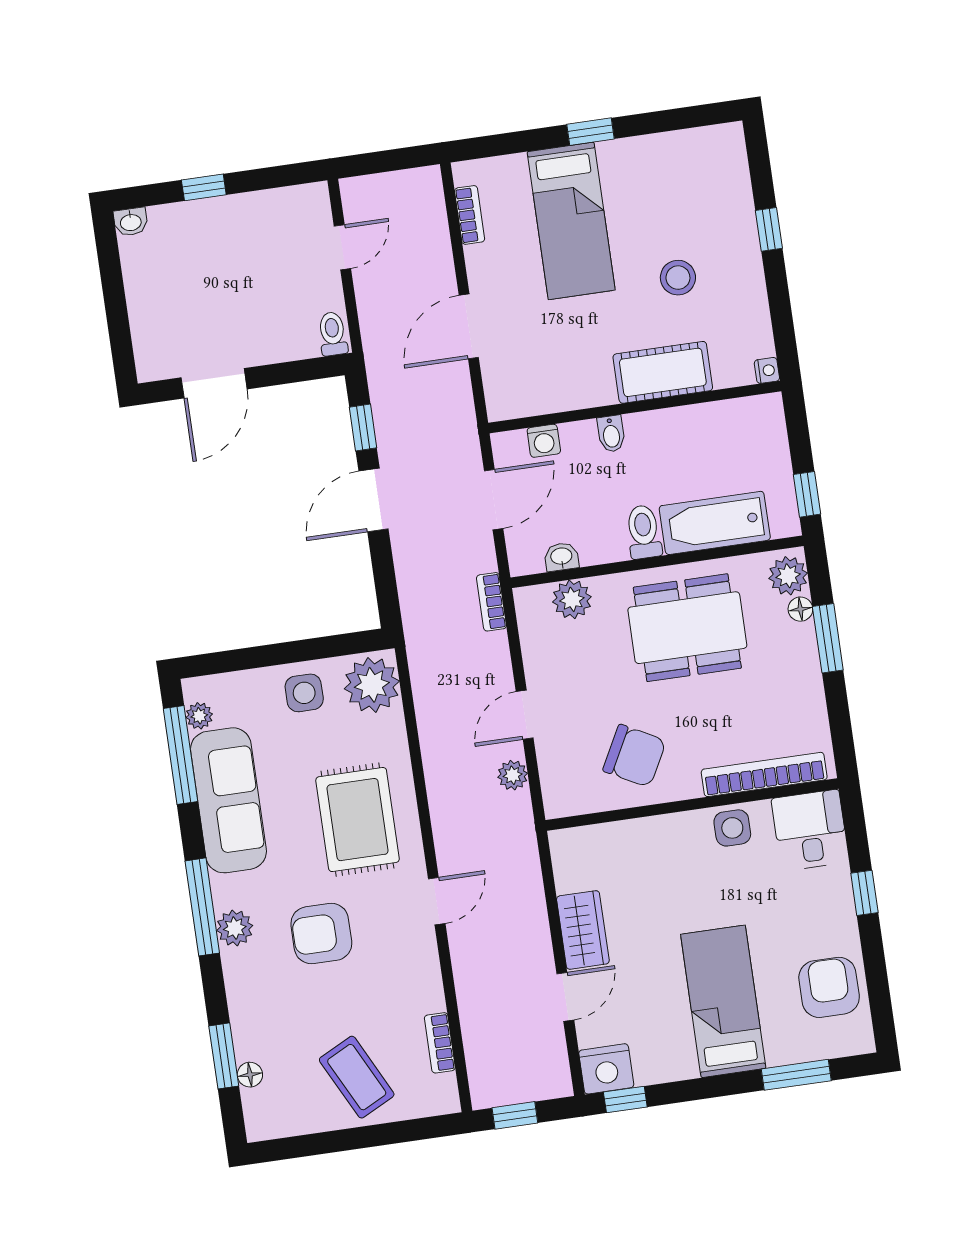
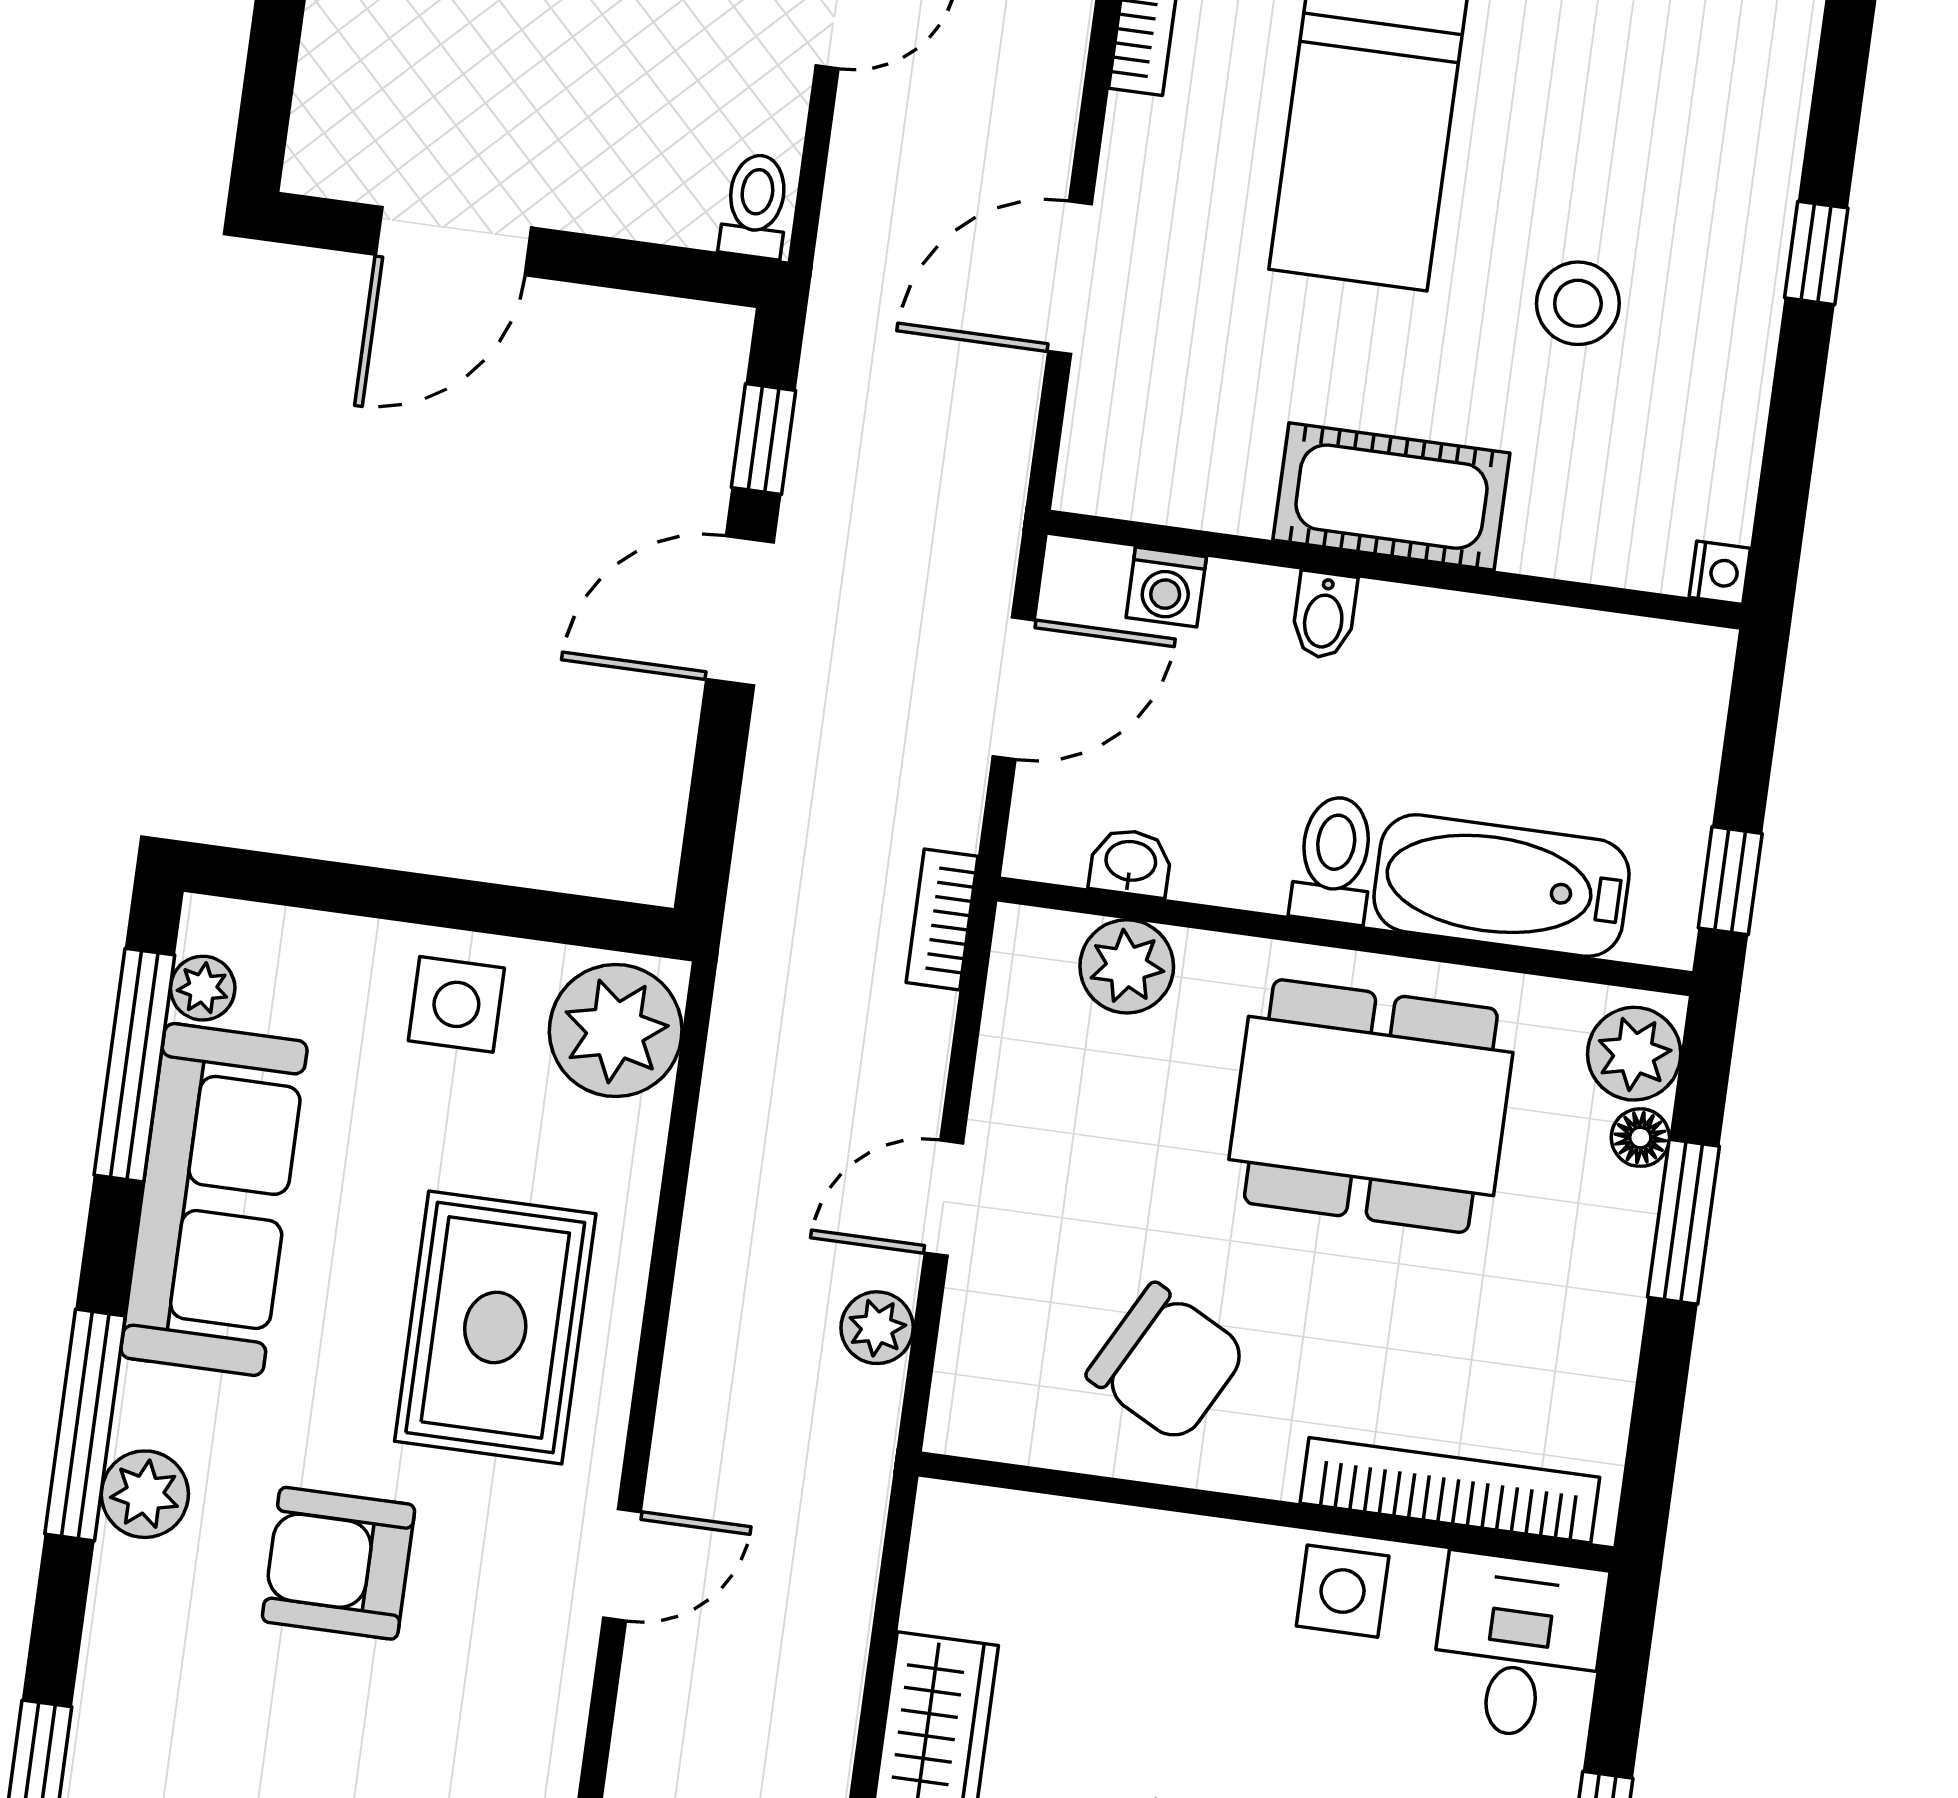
cot: (663, 372) -> (1391, 497), moved

